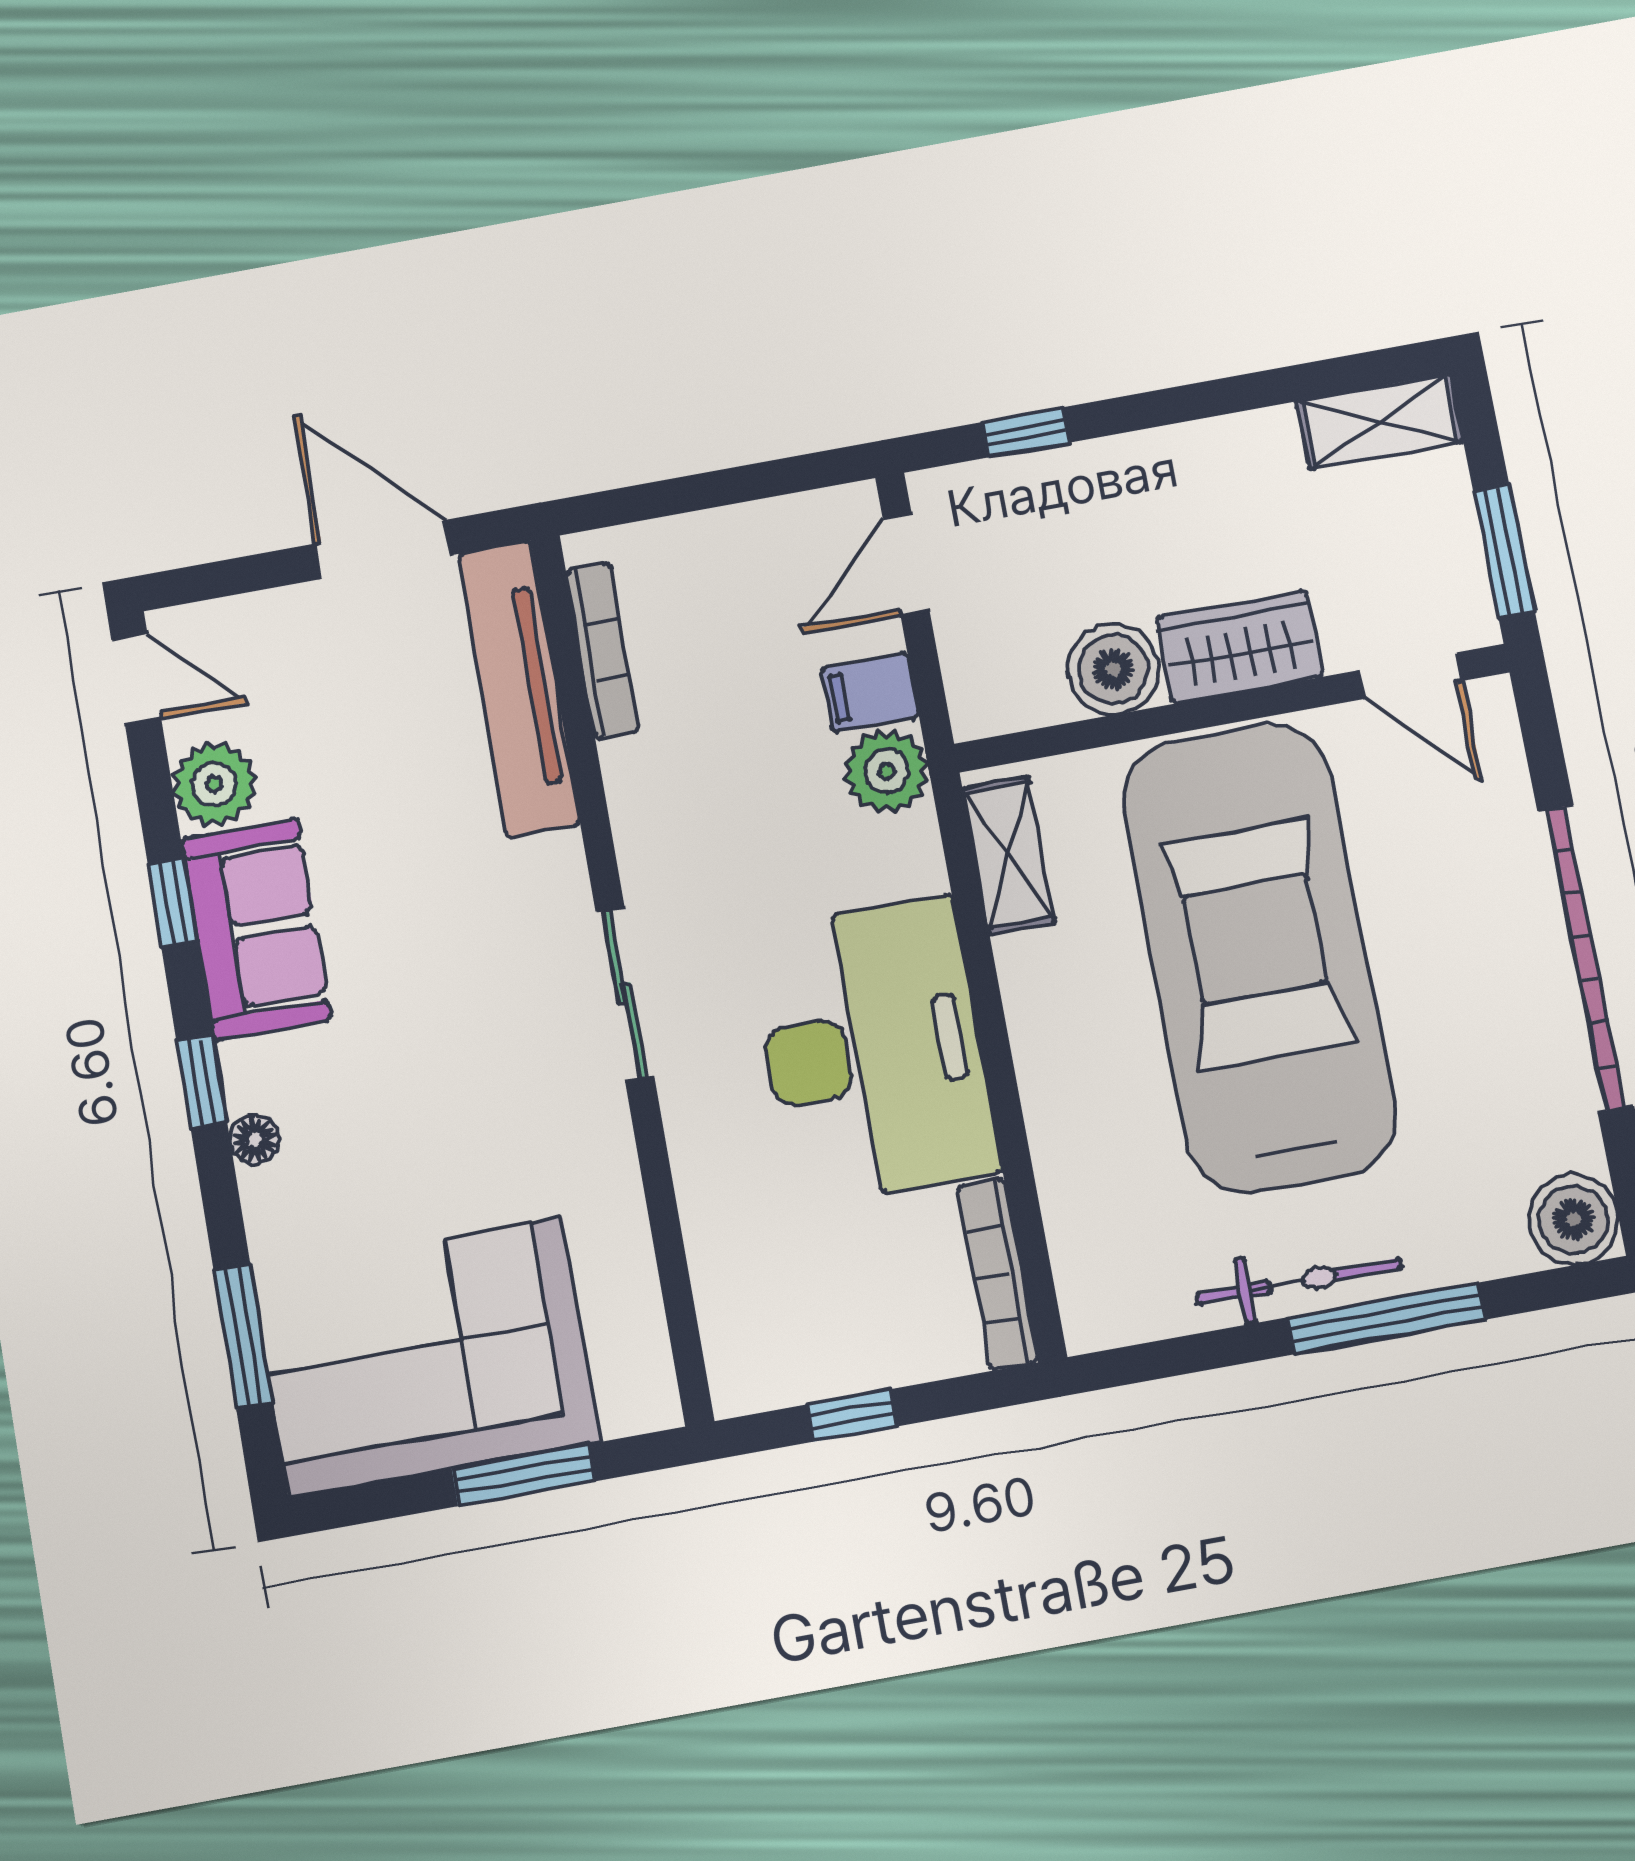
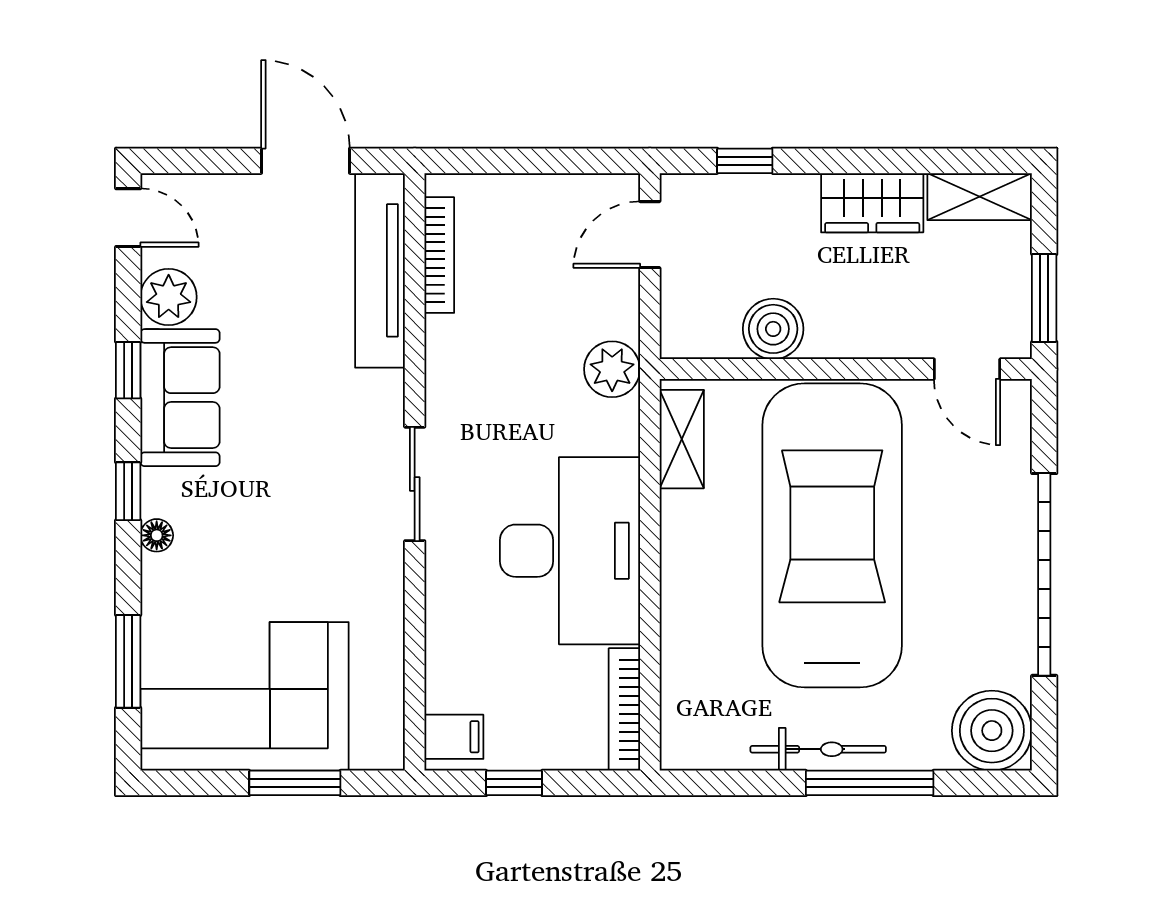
wardrobe: (1239, 647) -> (872, 203), moved, turned 180
filing cabinet: (870, 693) -> (454, 737), moved, turned 180
boiler: (1573, 1219) -> (992, 731), width x1.37, depth x1.37

